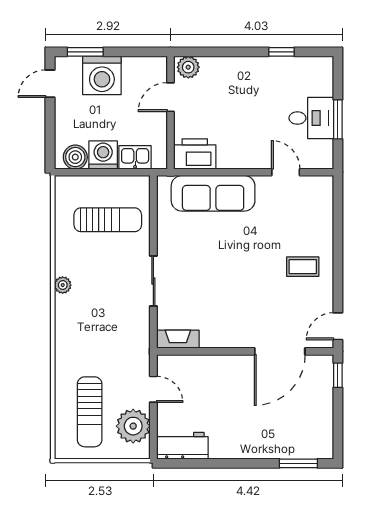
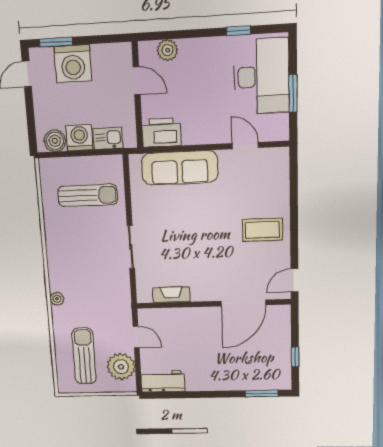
plant: (188, 67) -> (167, 50), moved
door: (170, 97) -> (137, 81), swing flipped
desk: (311, 118) -> (261, 76), width x1.87, depth x1.30
coffee table: (303, 267) -> (262, 230), width x1.36, depth x1.30
plant: (63, 285) -> (57, 299), moved
fireplace: (178, 339) -> (171, 295), moved
window: (338, 375) -> (295, 357), moved
sun lounger: (90, 412) -> (84, 356), turned 180

